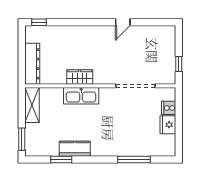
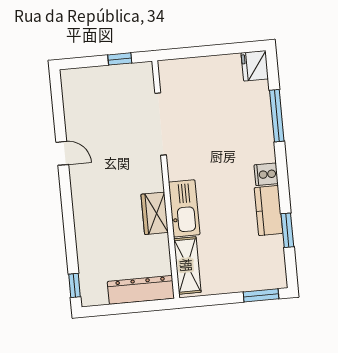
shelving: (32, 105) -> (187, 265), moved, turned 90
cooker: (169, 108) -> (266, 174), moved, turned 90
fridge: (168, 125) -> (255, 66), moved, turned 90

